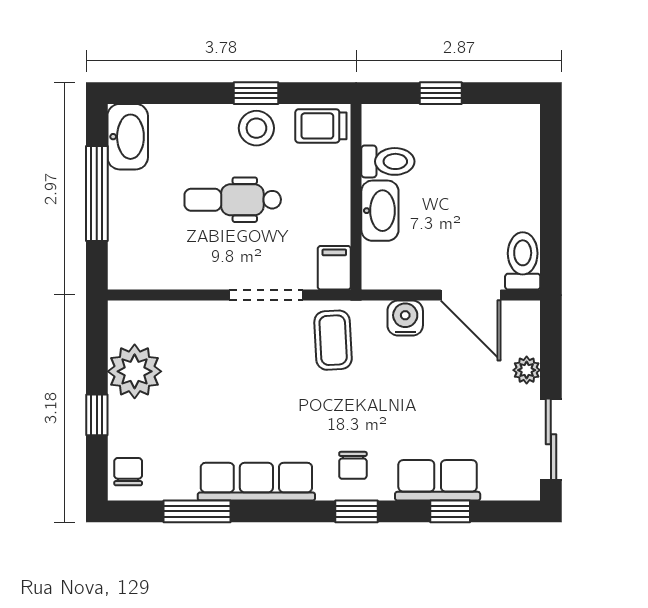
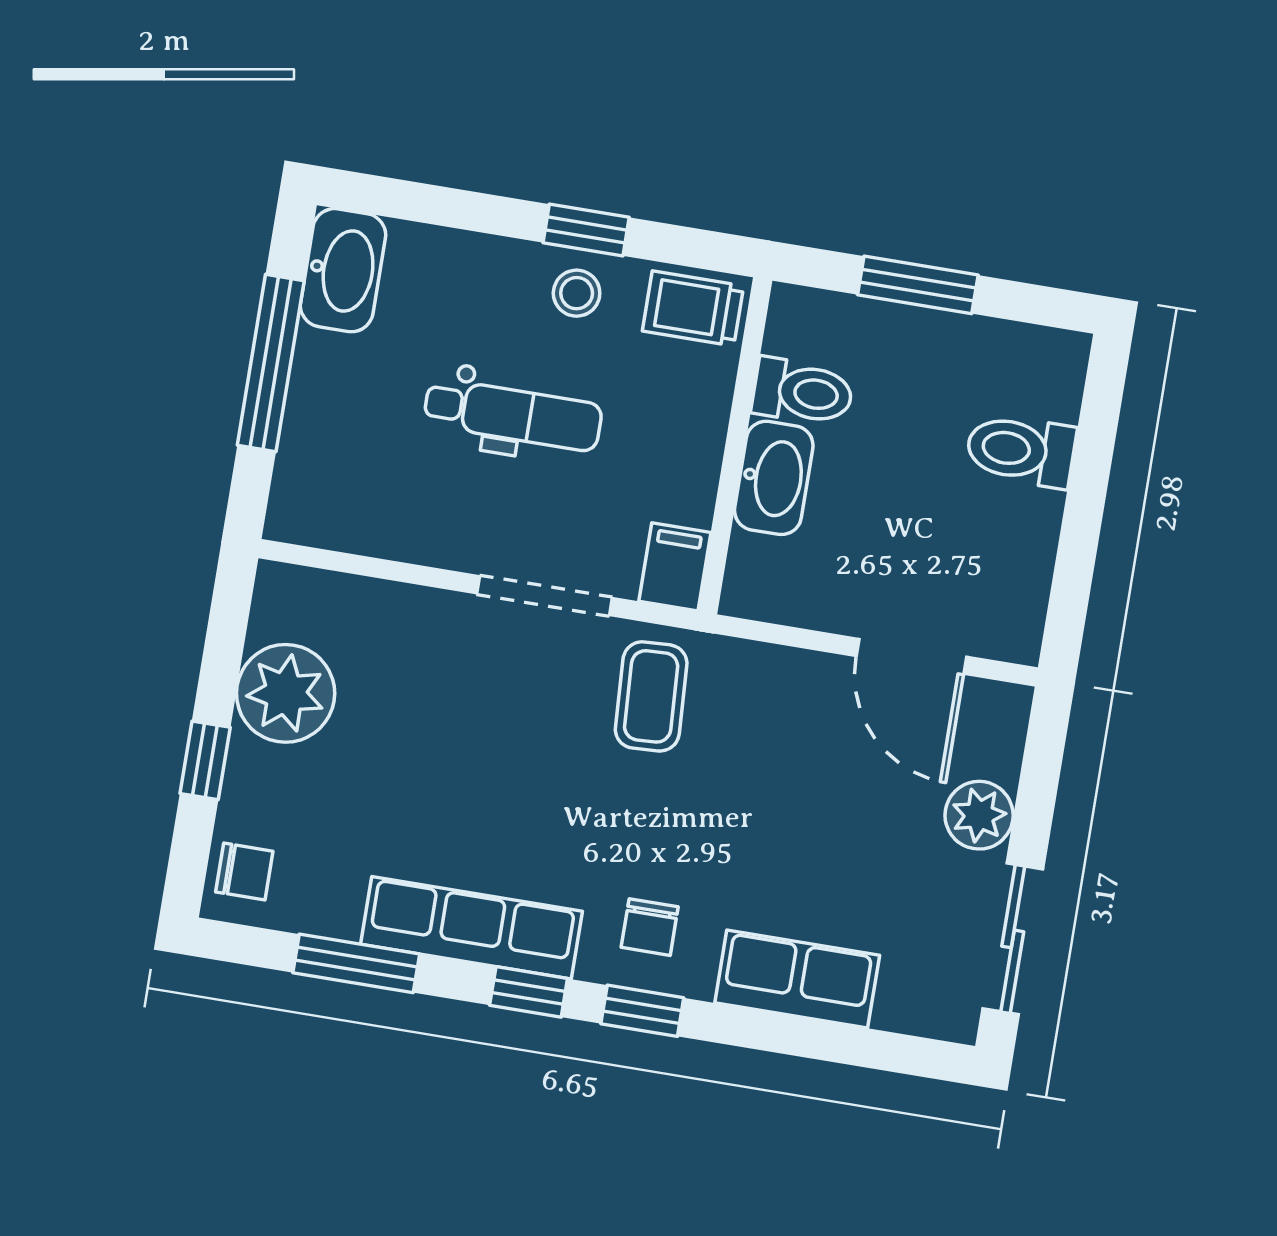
window: (441, 93) -> (918, 285), width x1.50
stool: (256, 128) -> (577, 293), width x0.73, depth x0.73
dental chair: (233, 200) -> (513, 415), turned 180
toilet: (523, 261) -> (1021, 450), moved, turned -90
water cooler: (405, 318) -> (787, 678), removed
plant: (527, 370) -> (979, 815), width x1.38, depth x1.38
chair: (128, 472) -> (244, 872), turned 90
window: (450, 511) -> (529, 992), moved

